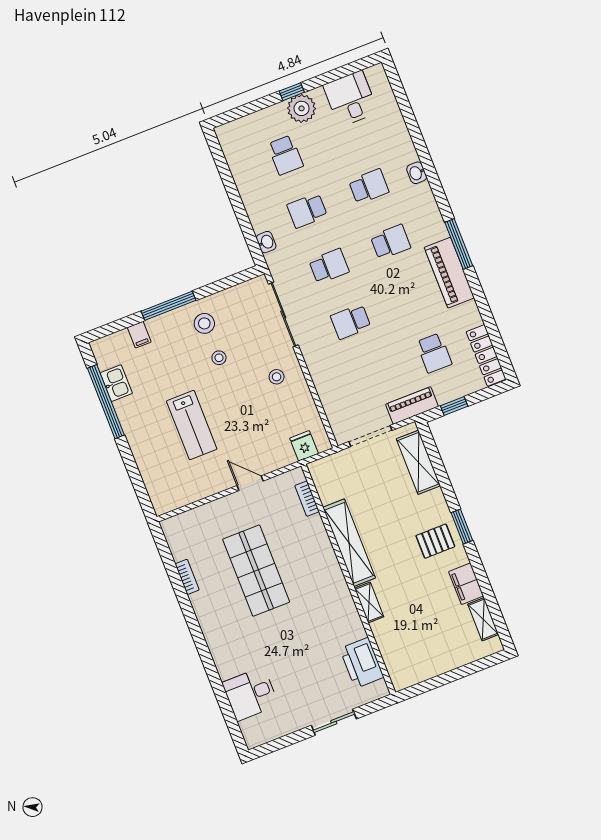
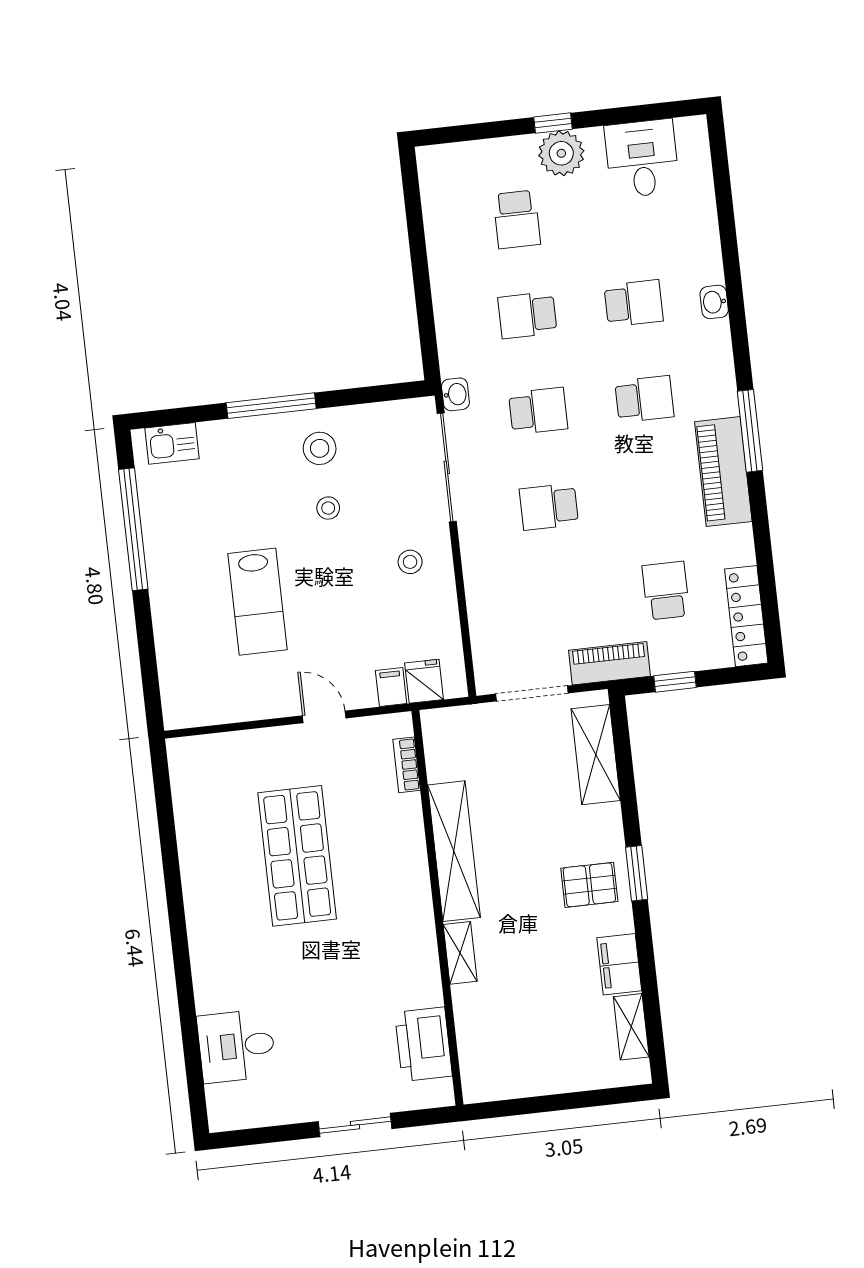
washbasin: (266, 242) -> (455, 394), moved
filing cabinet: (139, 335) -> (391, 687), moved, turned 180
school desk: (434, 353) -> (666, 591), turned 180
kitchen sink: (116, 383) -> (172, 443), moved, turned 90
bookcase: (187, 577) -> (187, 837), removed

